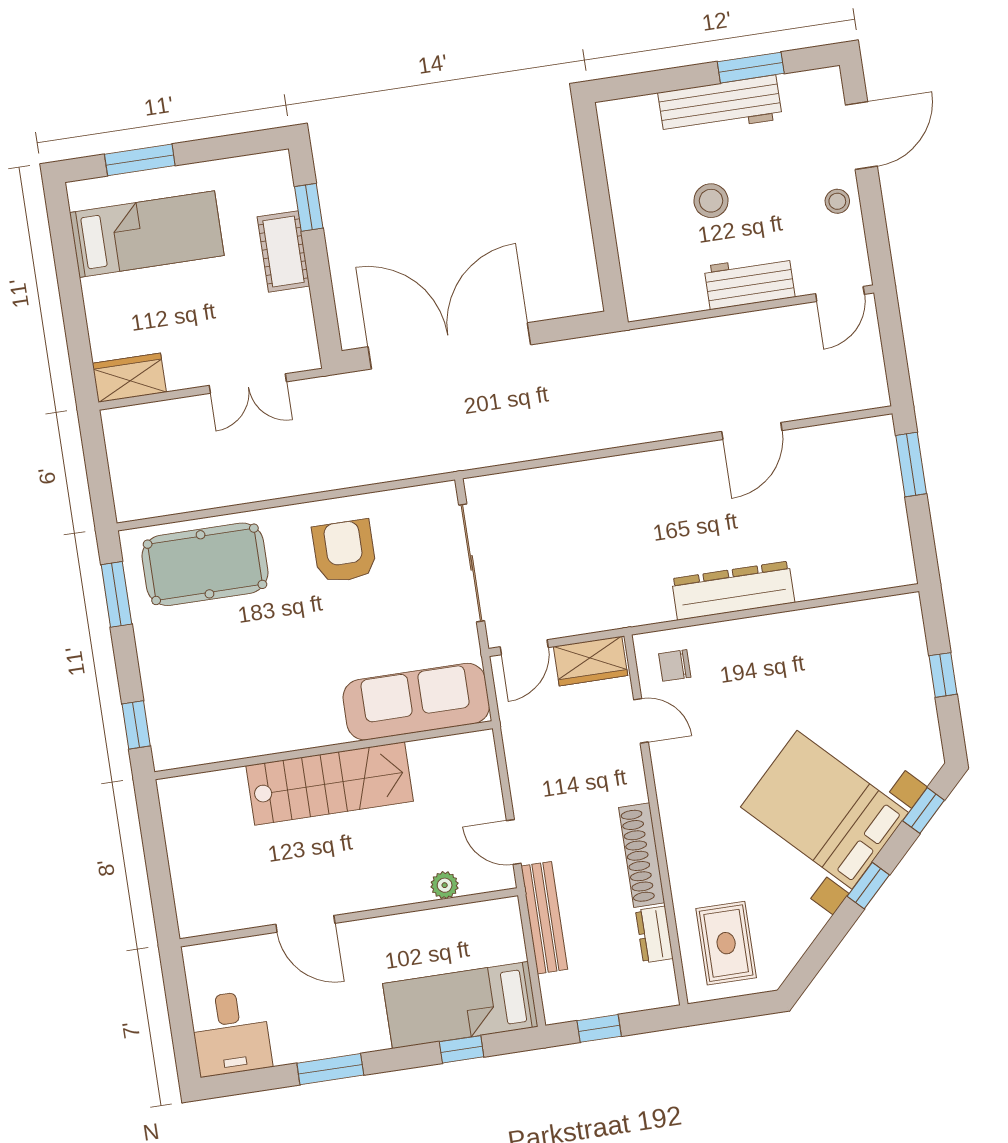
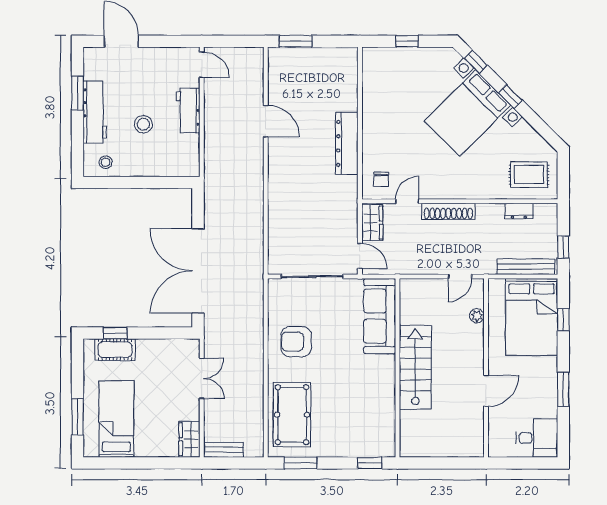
stool: (837, 201) -> (106, 162), moved
cot: (283, 251) -> (115, 350), moved
bench: (119, 445) -> (223, 450), added
shoe rack: (642, 855) -> (448, 211), moved
bench: (544, 918) -> (526, 267), moved
bed: (460, 1005) -> (532, 317), width x1.50

